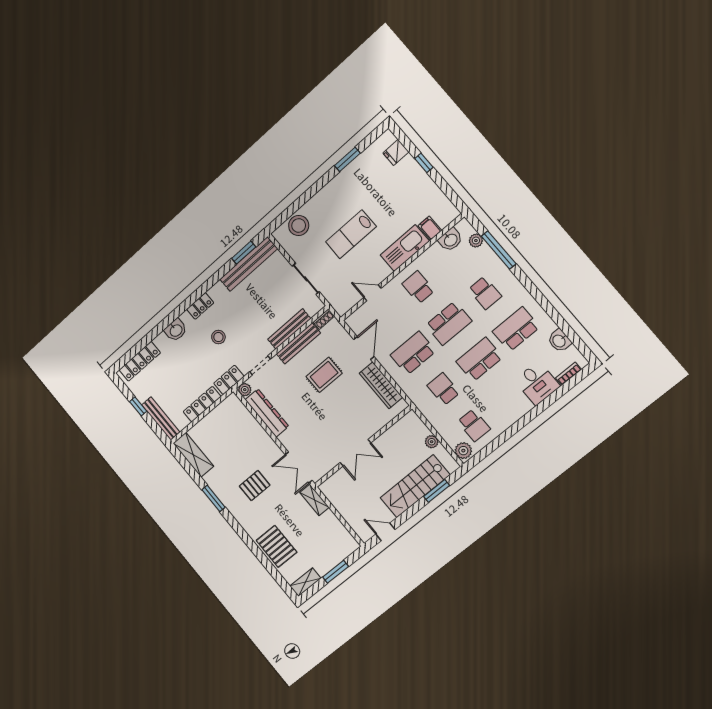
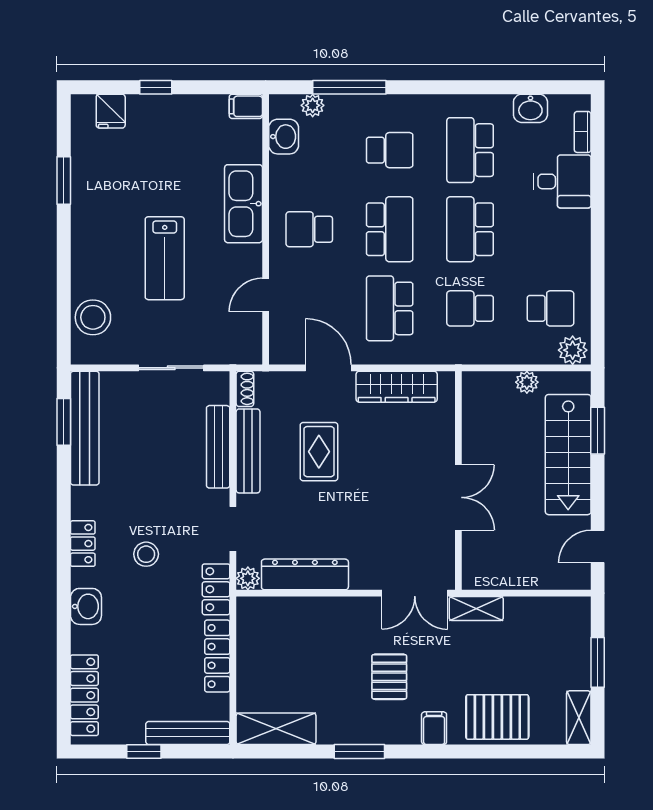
filing cabinet: (430, 228) -> (246, 106), moved
filing cabinet: (249, 523) -> (434, 728), added

